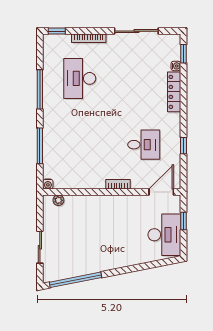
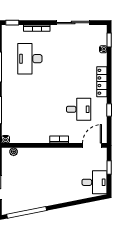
locker: (174, 92) -> (102, 82), moved
desk: (164, 235) -> (94, 182), width x0.73

